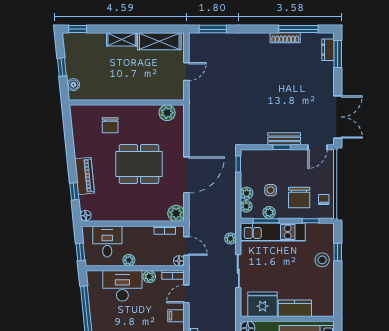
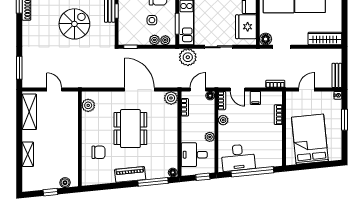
window: (78, 29) -> (19, 179), removed
shelving: (122, 39) -> (28, 154), moved
spiral stairs: (266, 96) -> (74, 24), added
piano: (85, 176) -> (130, 174), moved
window: (74, 191) -> (153, 182), width x2.17
plant: (269, 212) -> (170, 21), removed
plant: (230, 239) -> (188, 57), width x1.87, depth x1.87
desk: (122, 286) -> (238, 158), moved, turned -96

